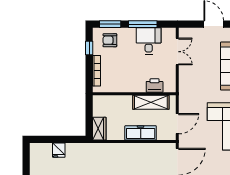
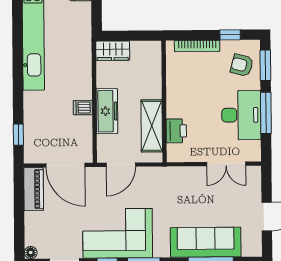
armchair: (110, 40) -> (242, 65), turned -75
desk: (149, 41) -> (241, 115), width x1.37
door: (177, 124) -> (121, 165), hinge flipped
dishwasher: (138, 149) -> (83, 108), added

